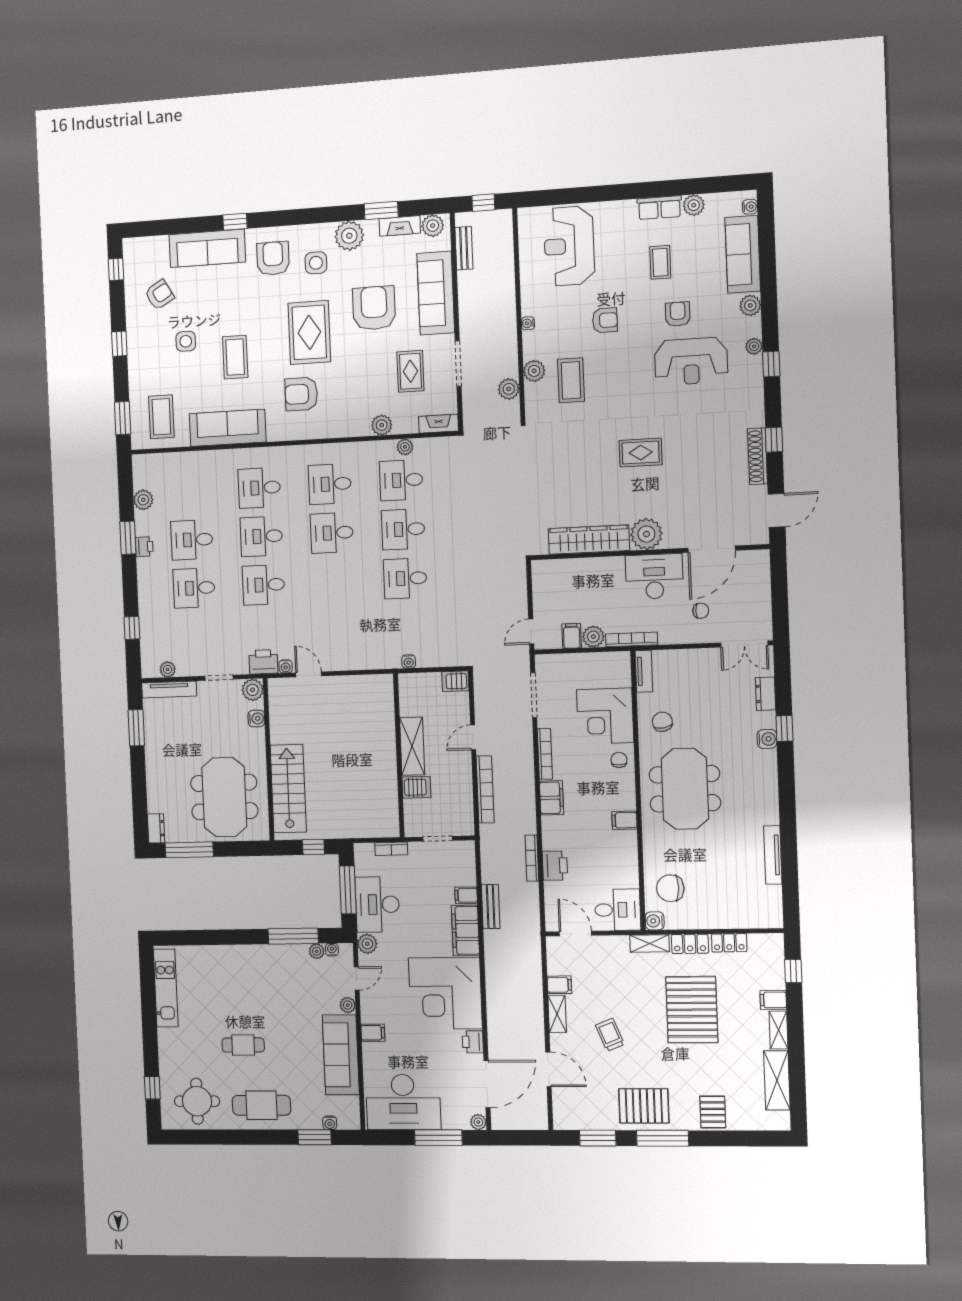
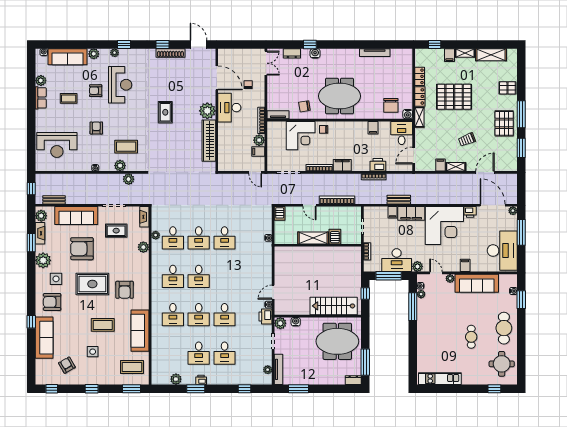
filing cabinet: (624, 820) -> (373, 128), moved

